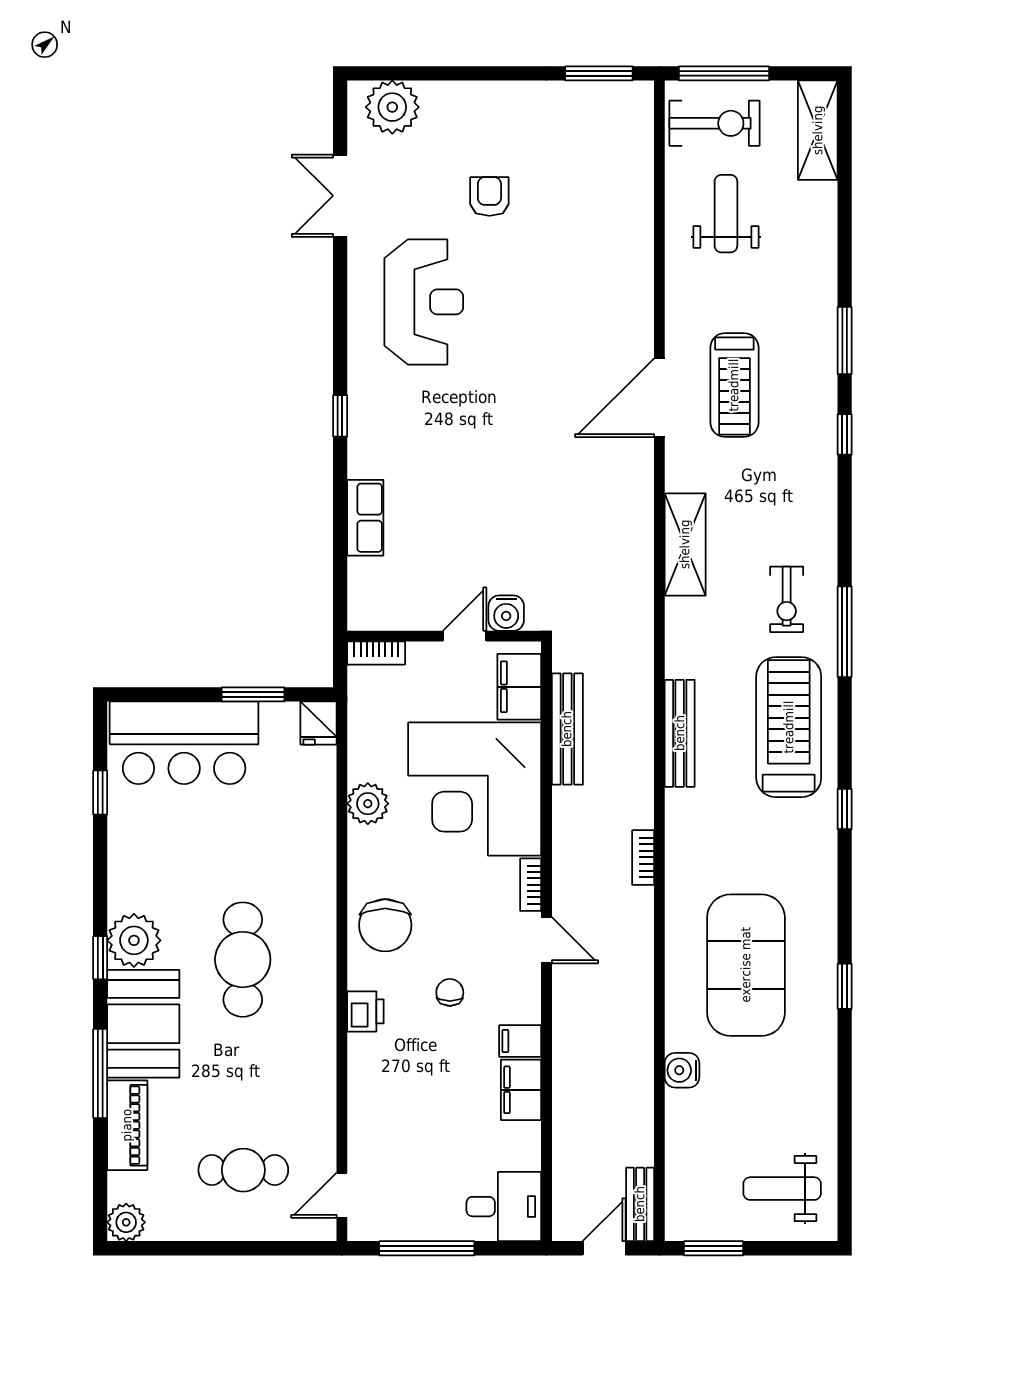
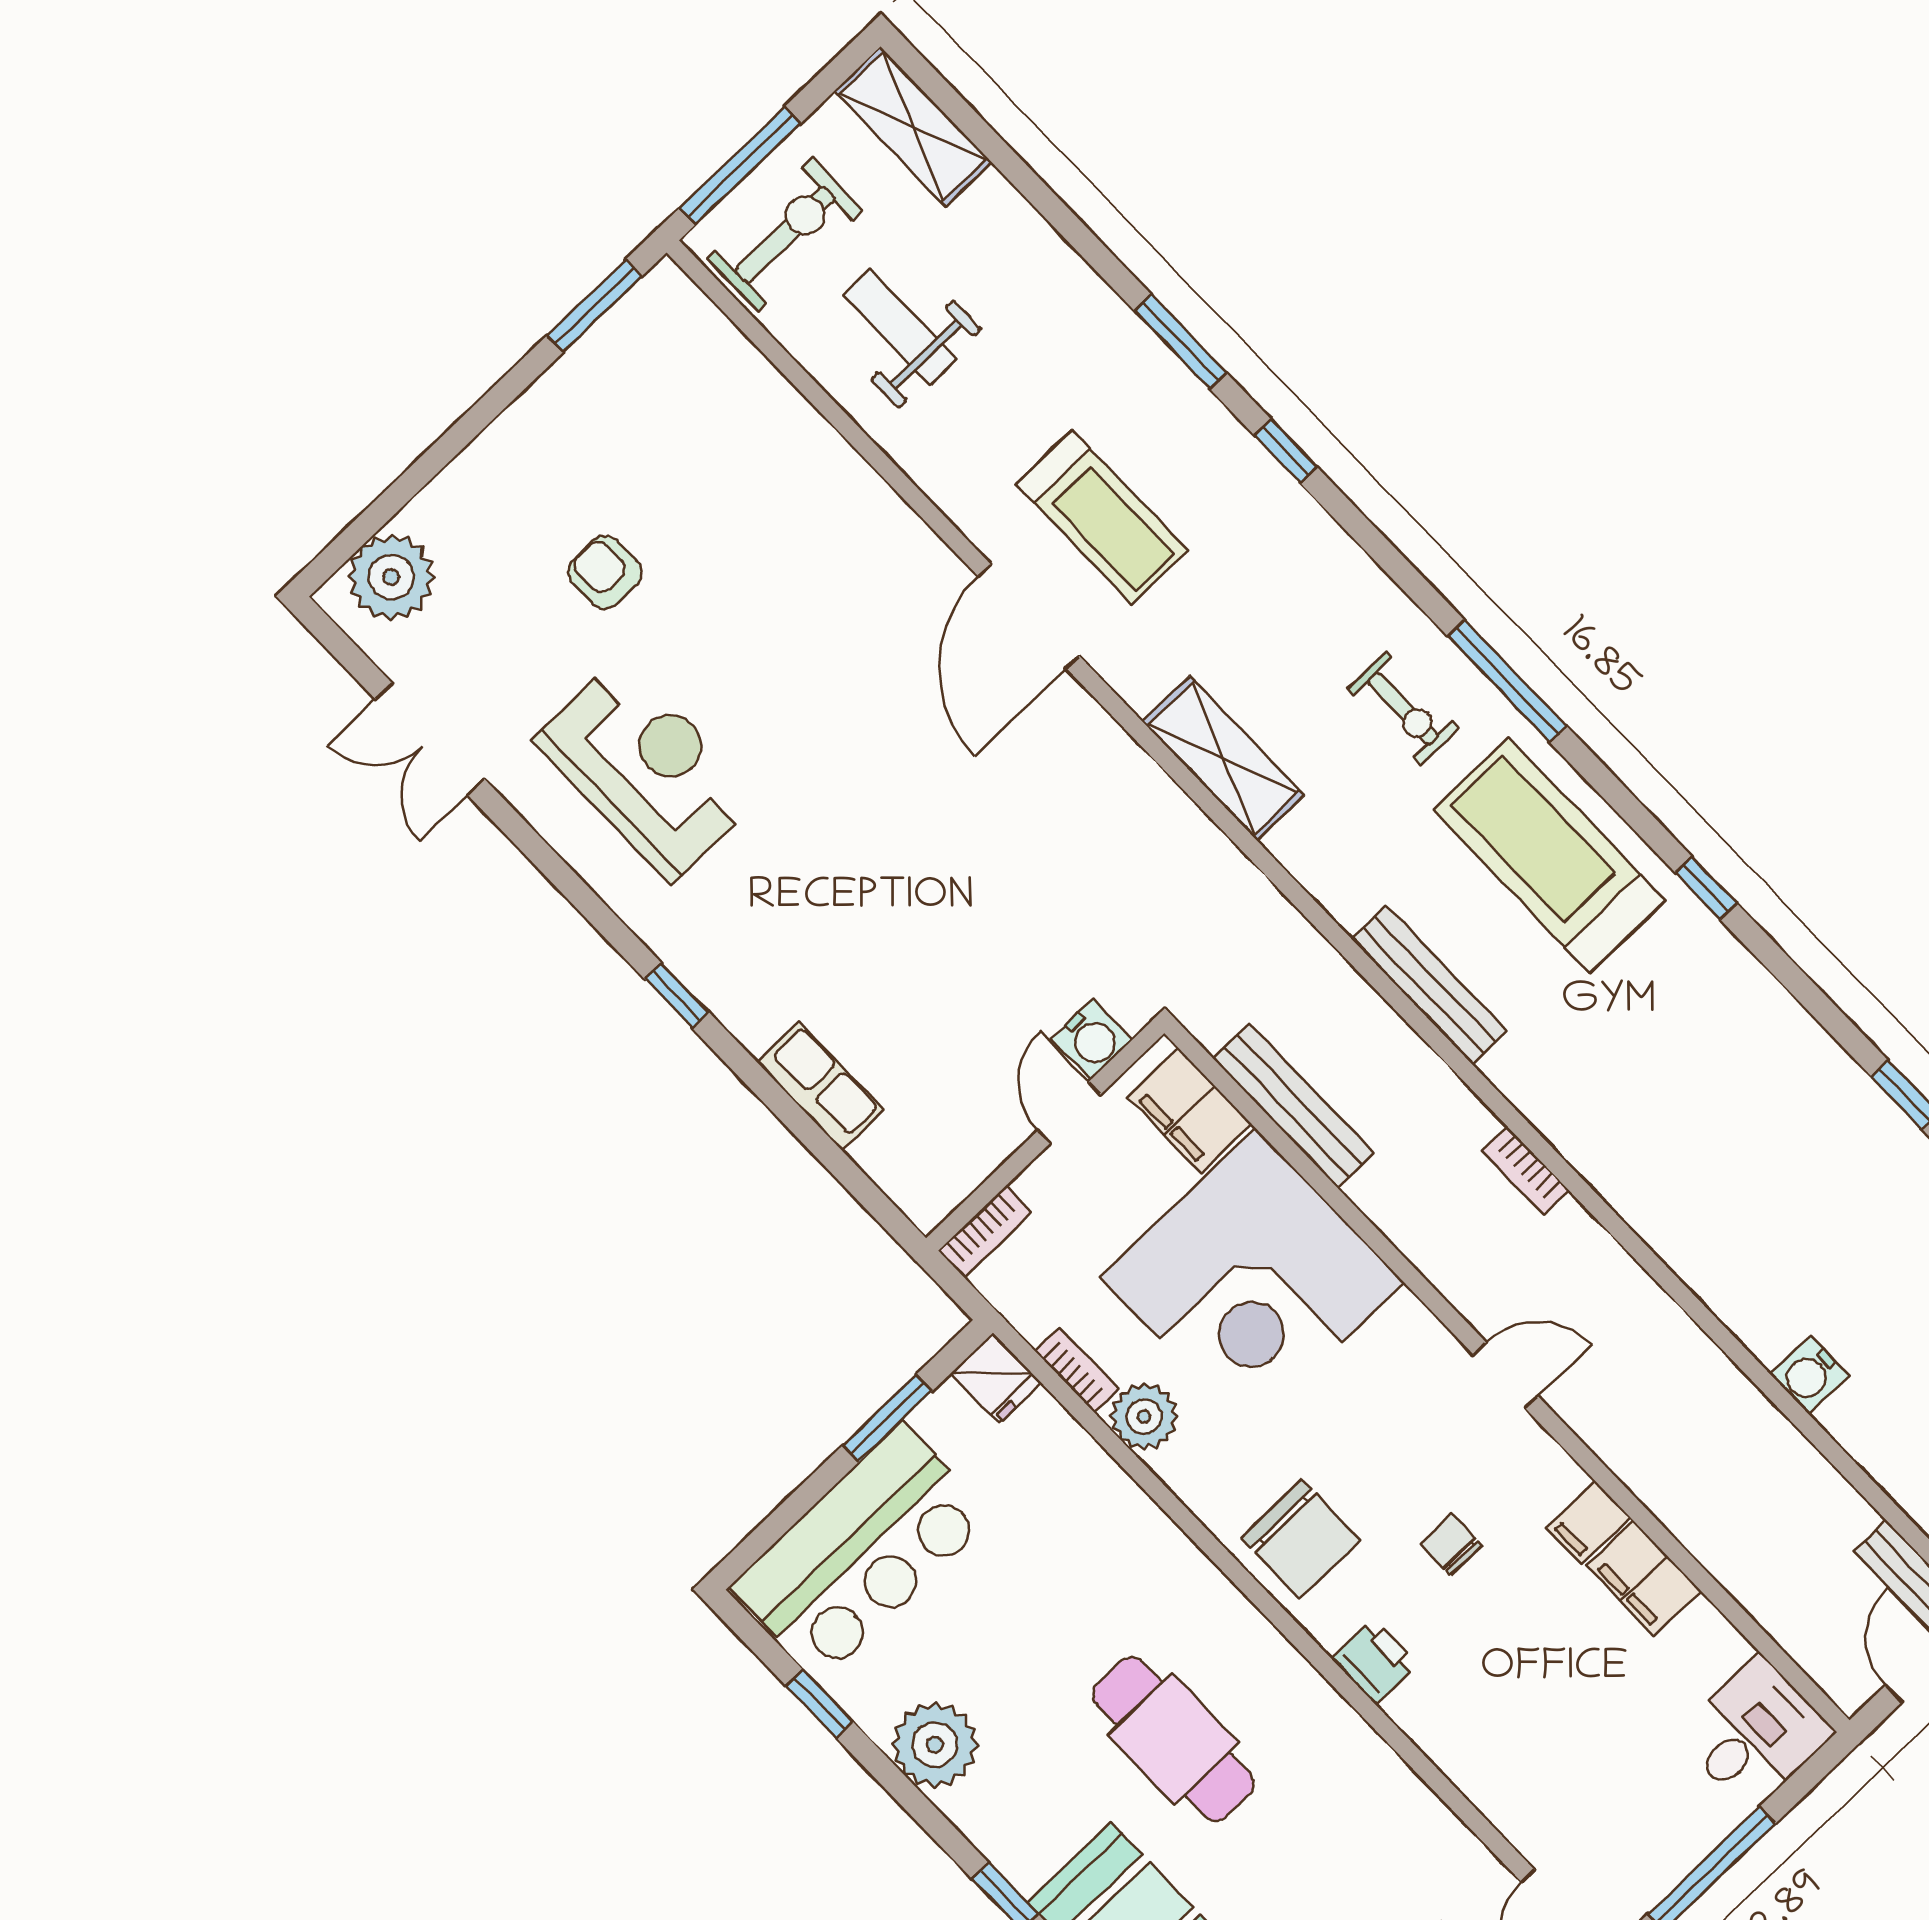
bookcase: (531, 885) -> (1076, 1370), moved, turned 180
plant: (134, 940) -> (935, 1745), moved
exercise mat: (746, 965) -> (1766, 1181), removed

